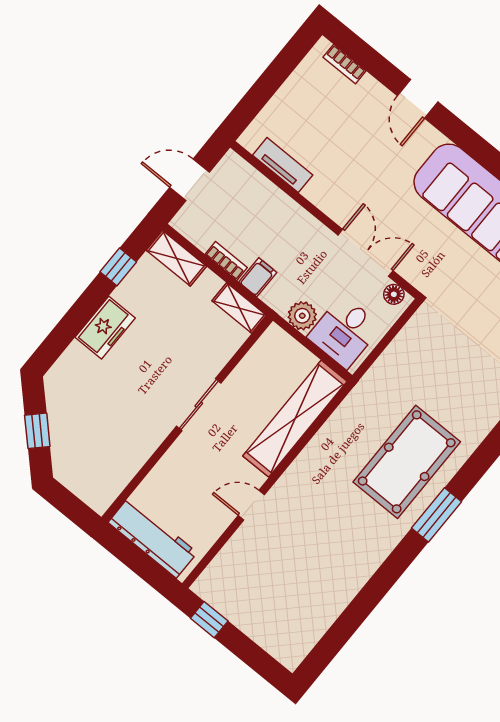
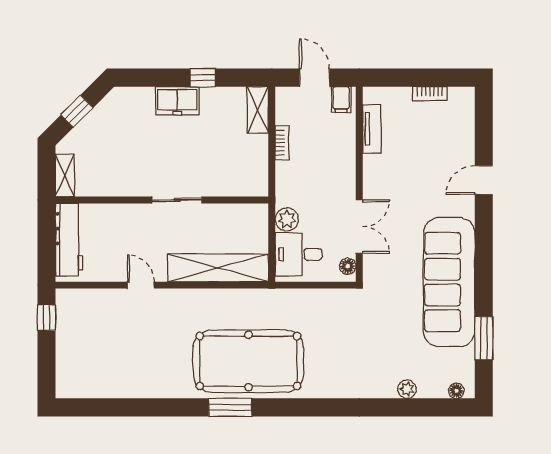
bookcase: (345, 64) -> (430, 94), moved, turned -90
window: (118, 267) -> (203, 78), moved
filing cabinet: (258, 277) -> (341, 100), moved, turned 90
shelving: (239, 308) -> (65, 175), moved
pool table: (407, 462) -> (248, 361), width x1.36, depth x1.32

